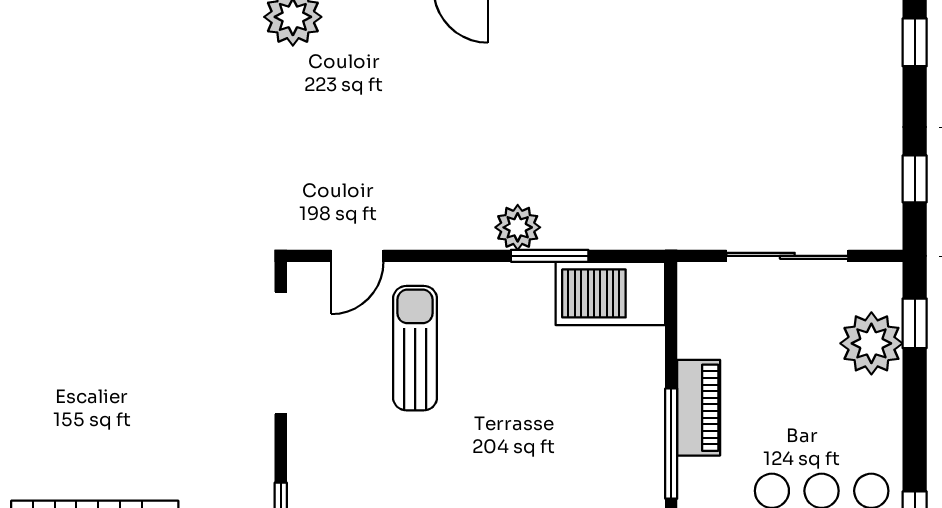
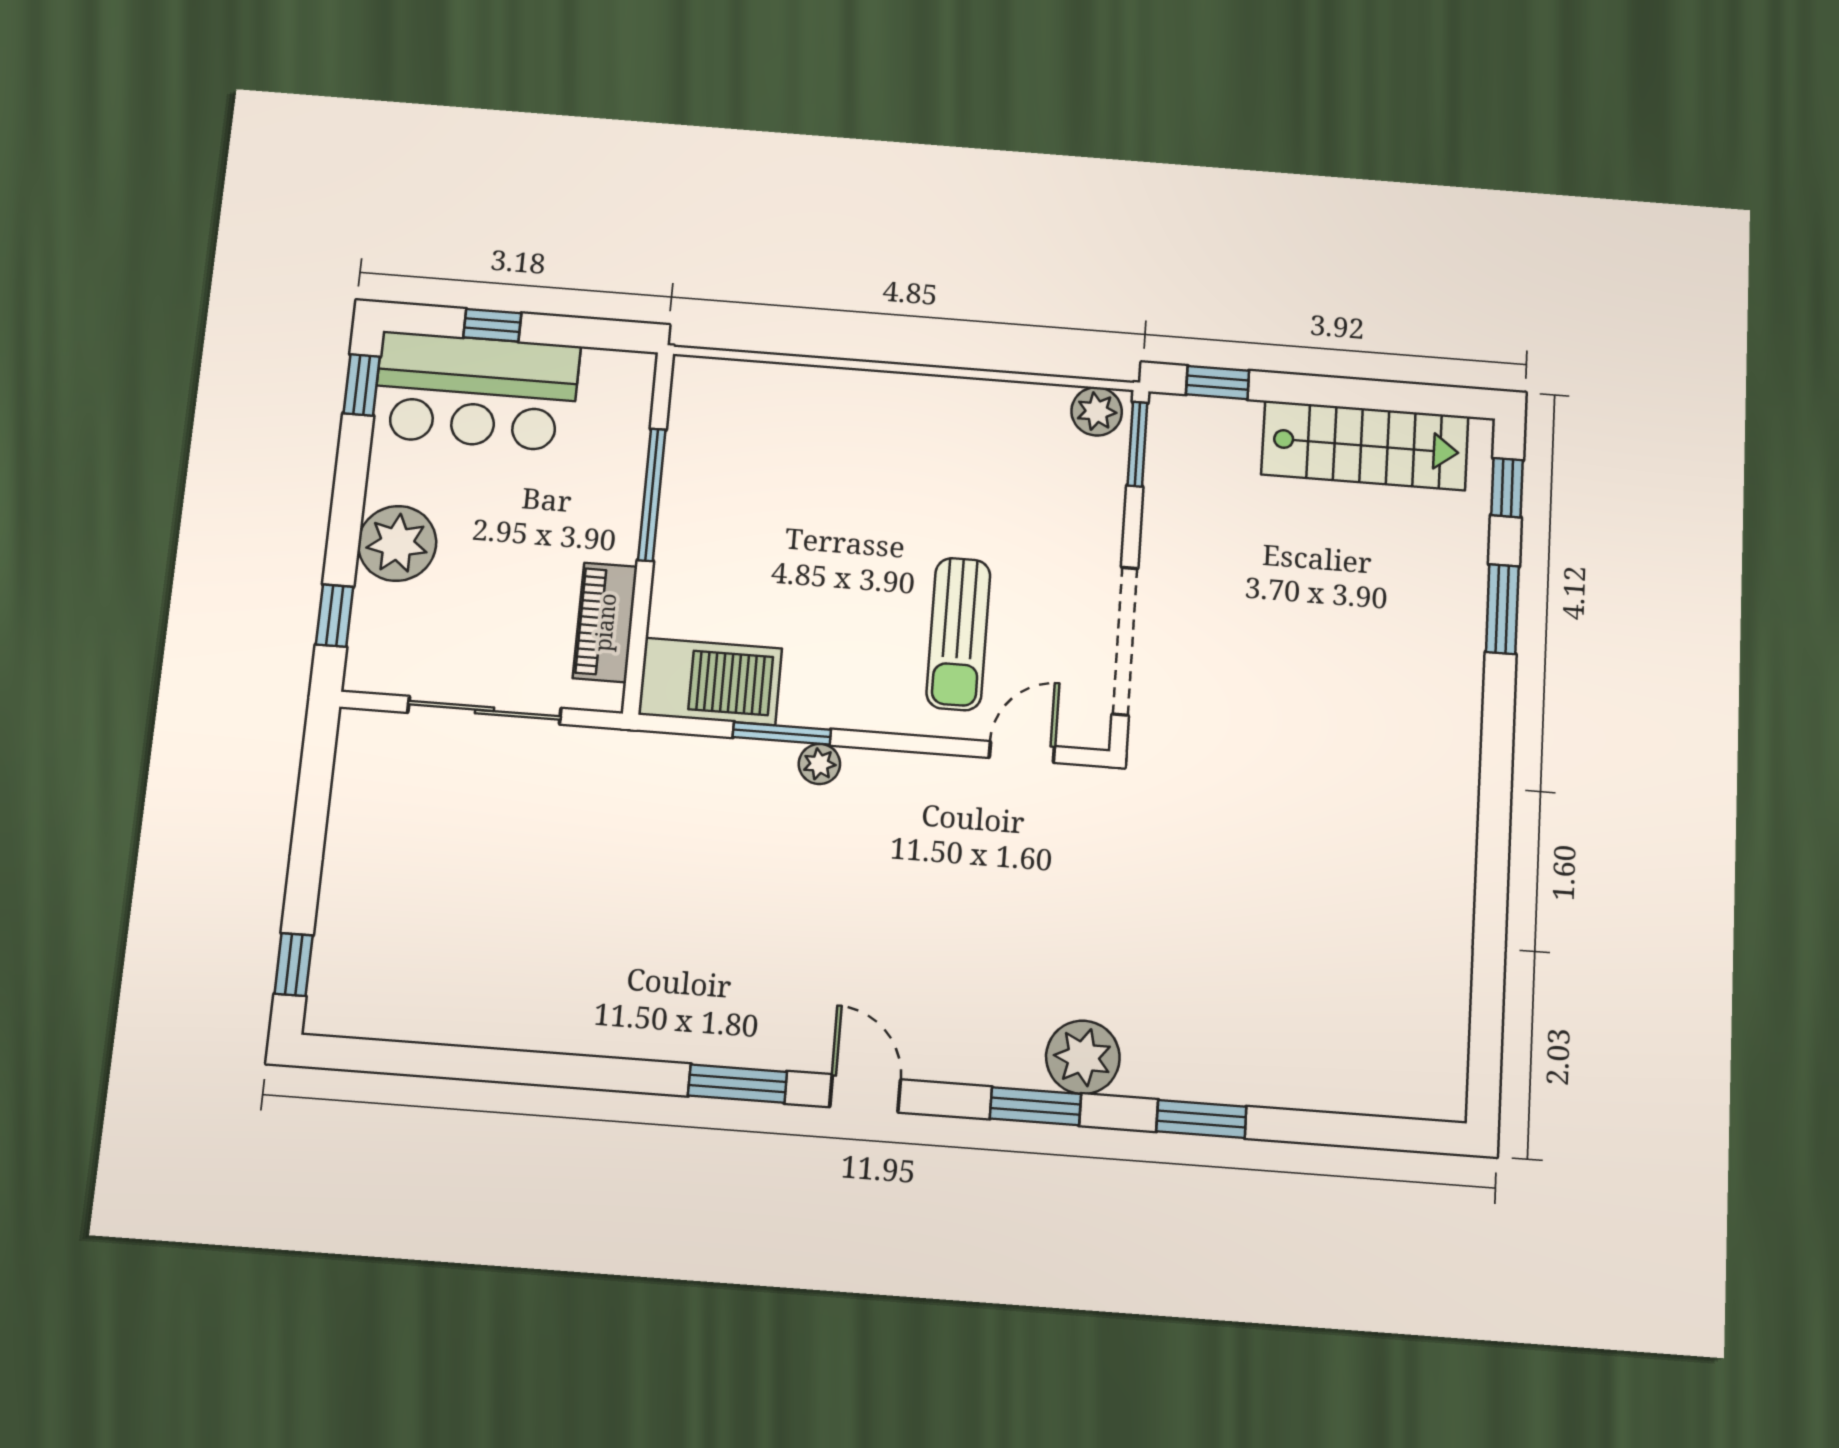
window: (915, 179) -> (314, 793), removed
plant: (518, 227) -> (819, 764), width x0.73, depth x0.73
plant: (871, 343) -> (397, 543), moved
piano: (699, 408) -> (605, 622), moved

